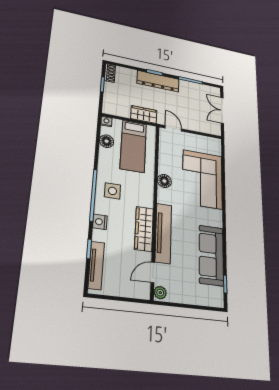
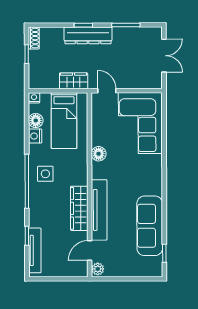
double door: (222, 110) -> (164, 56), swing flipped
corner sofa: (203, 179) -> (140, 123), moved
nightstand: (100, 222) -> (35, 136), moved

